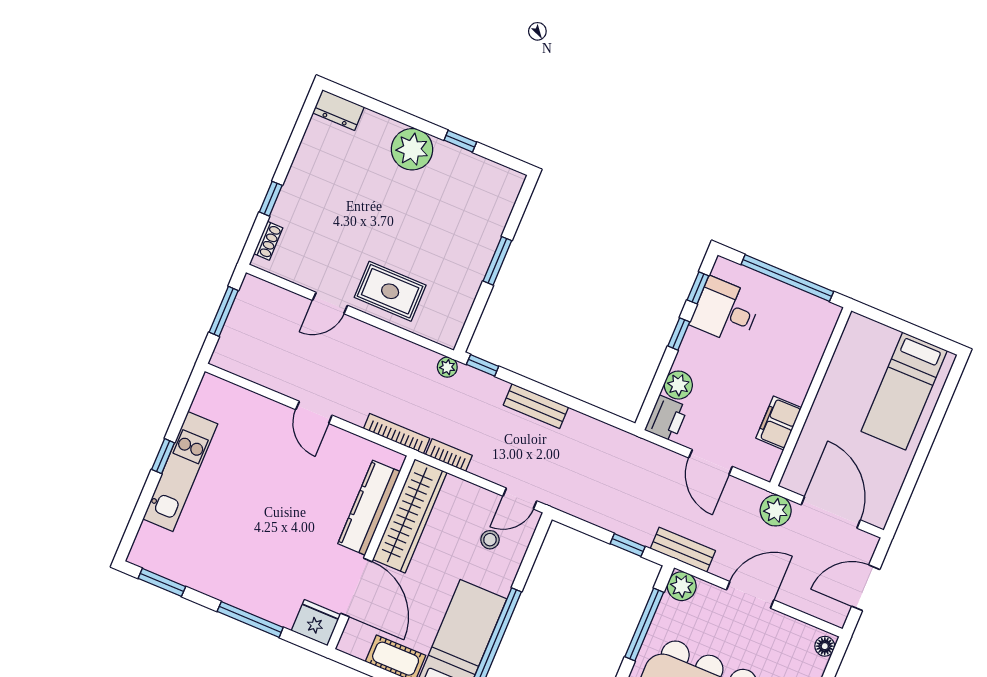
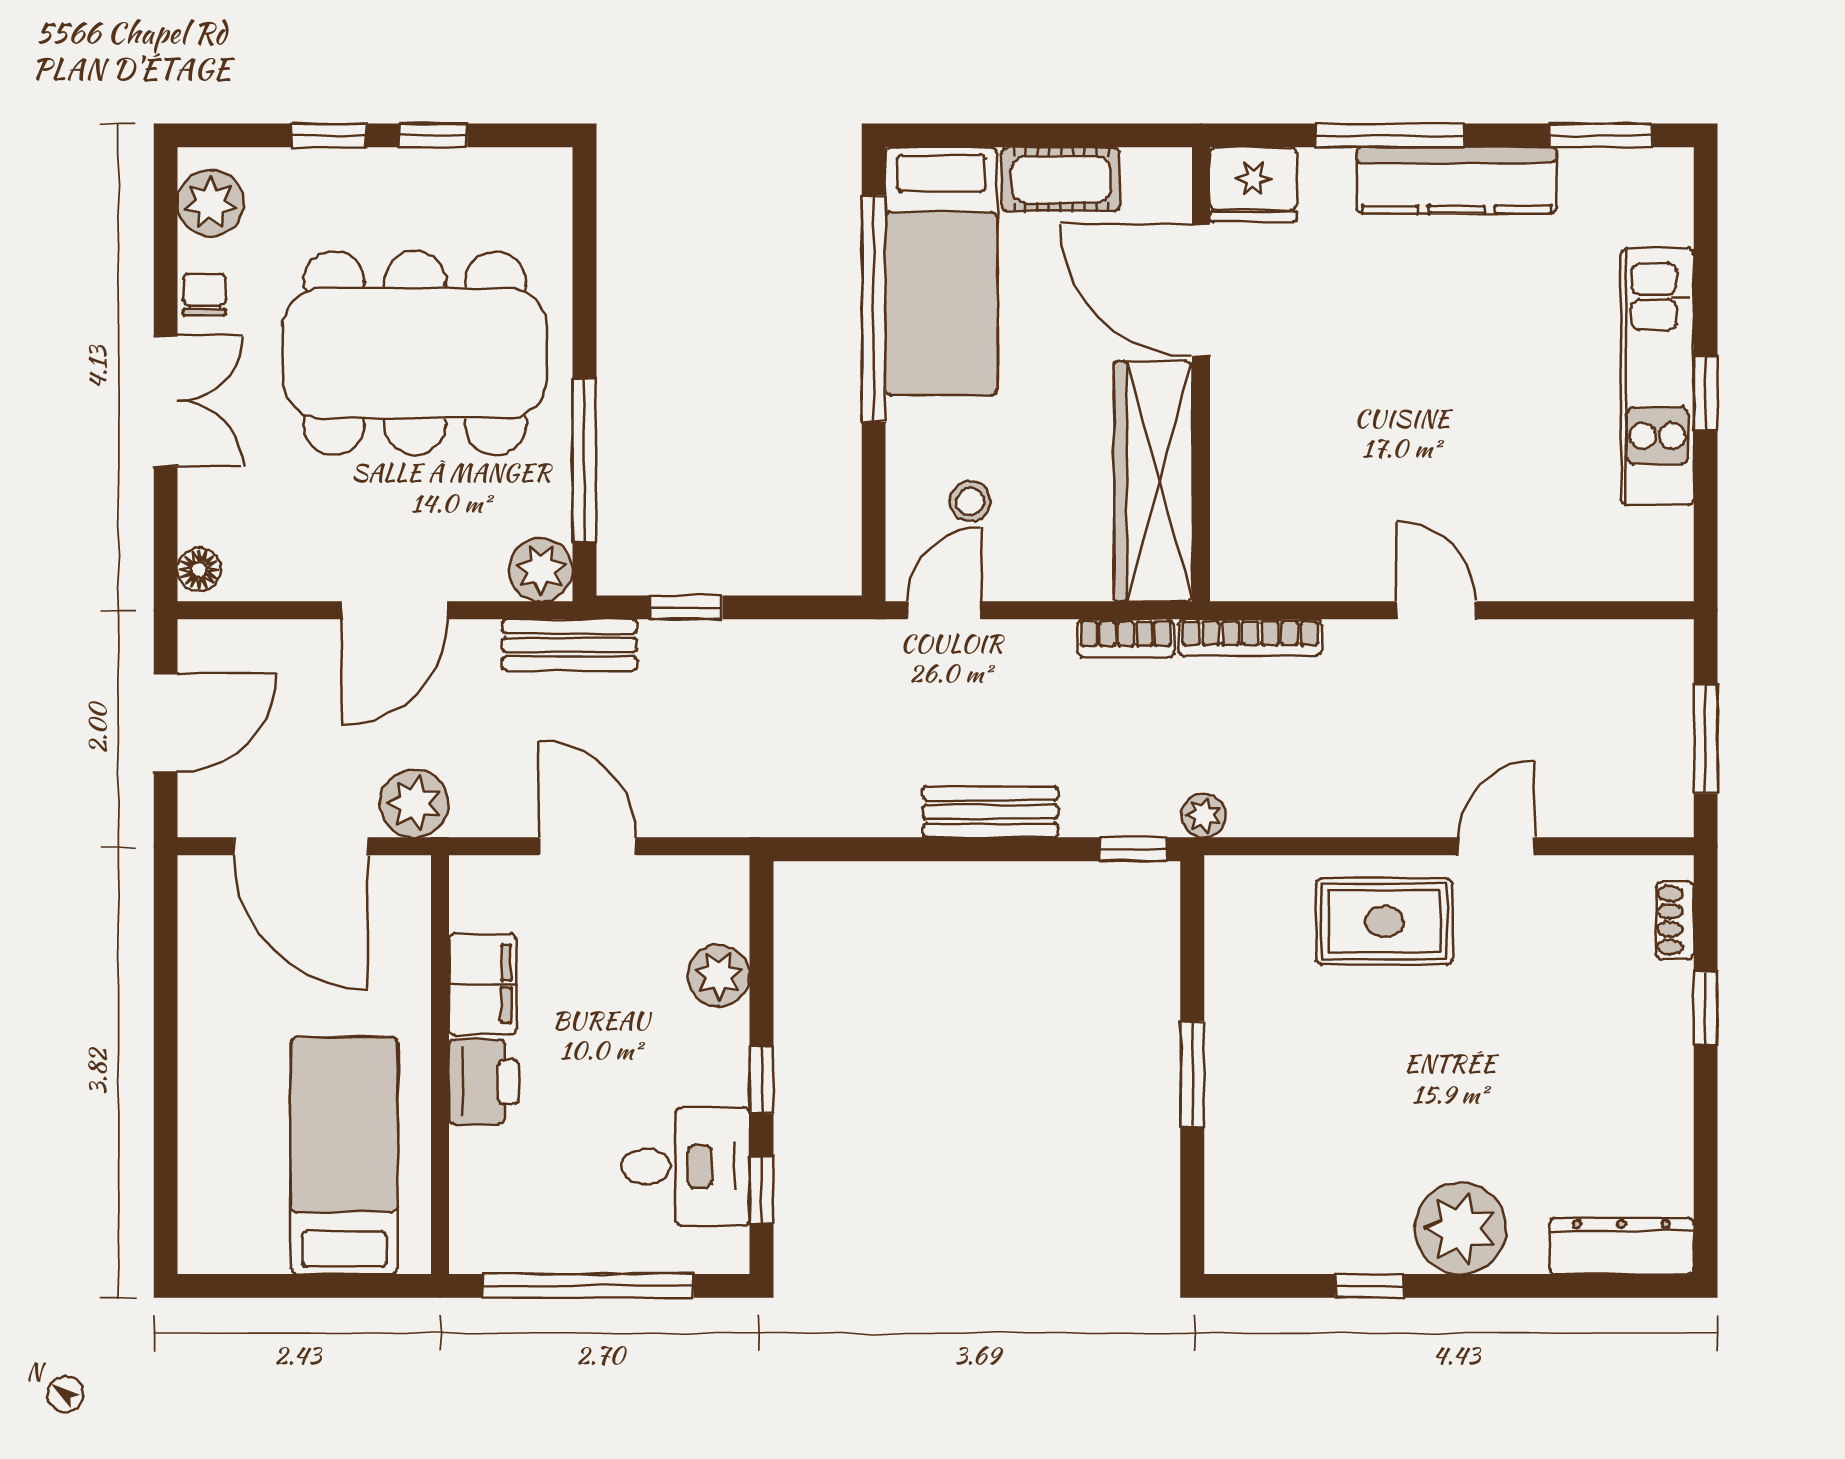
dresser: (338, 110) -> (1622, 1246), width x1.44
bed: (904, 391) -> (344, 1155), moved
printer: (666, 418) -> (484, 1082), moved, turned 180
kitchen counter: (369, 508) -> (1457, 180), moved, turned 90

